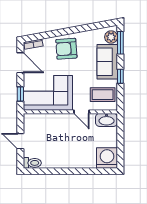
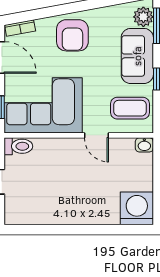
armchair: (66, 49) -> (72, 35), turned -86
washbasin: (107, 120) -> (144, 145), width x0.52, depth x0.69
toilet: (32, 163) -> (18, 146), moved

